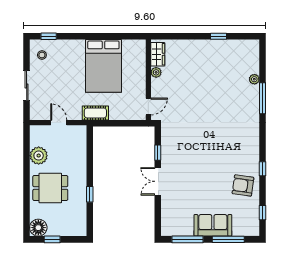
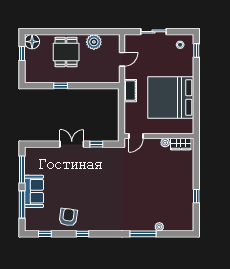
bed: (103, 66) -> (171, 98), width x1.36
door: (148, 106) -> (136, 136), hinge flipped

